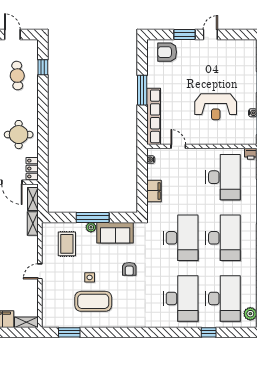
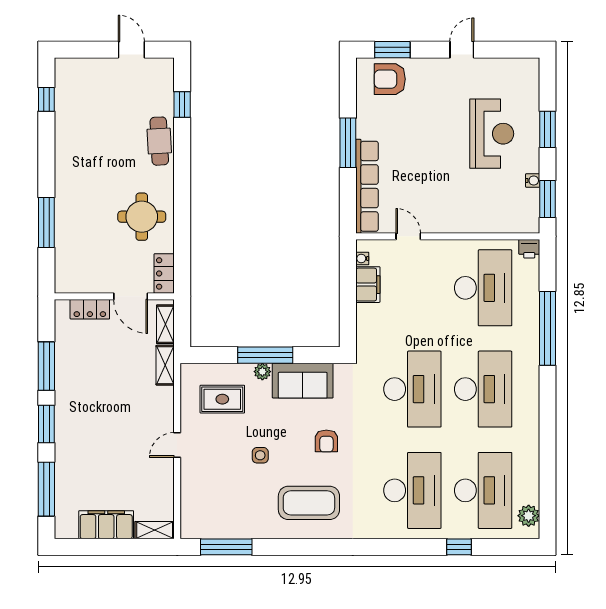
window: (184, 34) -> (392, 50), moved
cafe table: (17, 76) -> (159, 141), moved
reception desk: (216, 107) -> (492, 134), moved, turned -90
filing cabinet: (154, 191) -> (368, 285), moved
rug: (67, 244) -> (222, 399), turned 90
coffee table: (93, 301) -> (309, 503), moved
window: (69, 332) -> (226, 547), width x1.44

